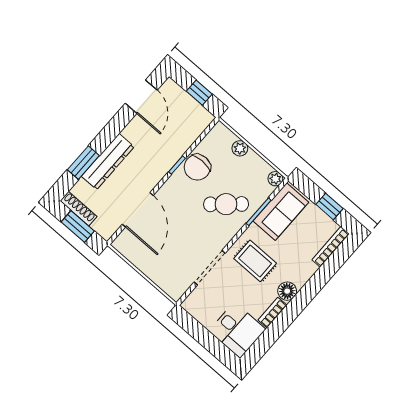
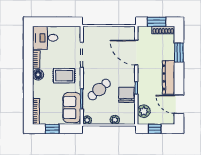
plant: (193, 127) -> (144, 111), added
dresser: (108, 162) -> (168, 77), moved

